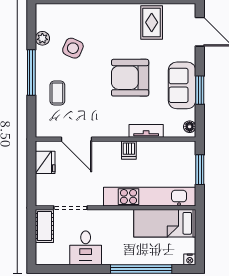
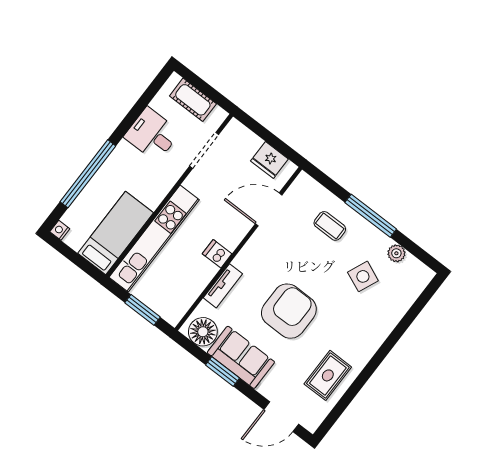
rug: (152, 22) -> (328, 375), turned 90
floor lamp: (190, 127) -> (203, 332), width x1.89, depth x1.89
cot: (44, 226) -> (193, 100), moved

